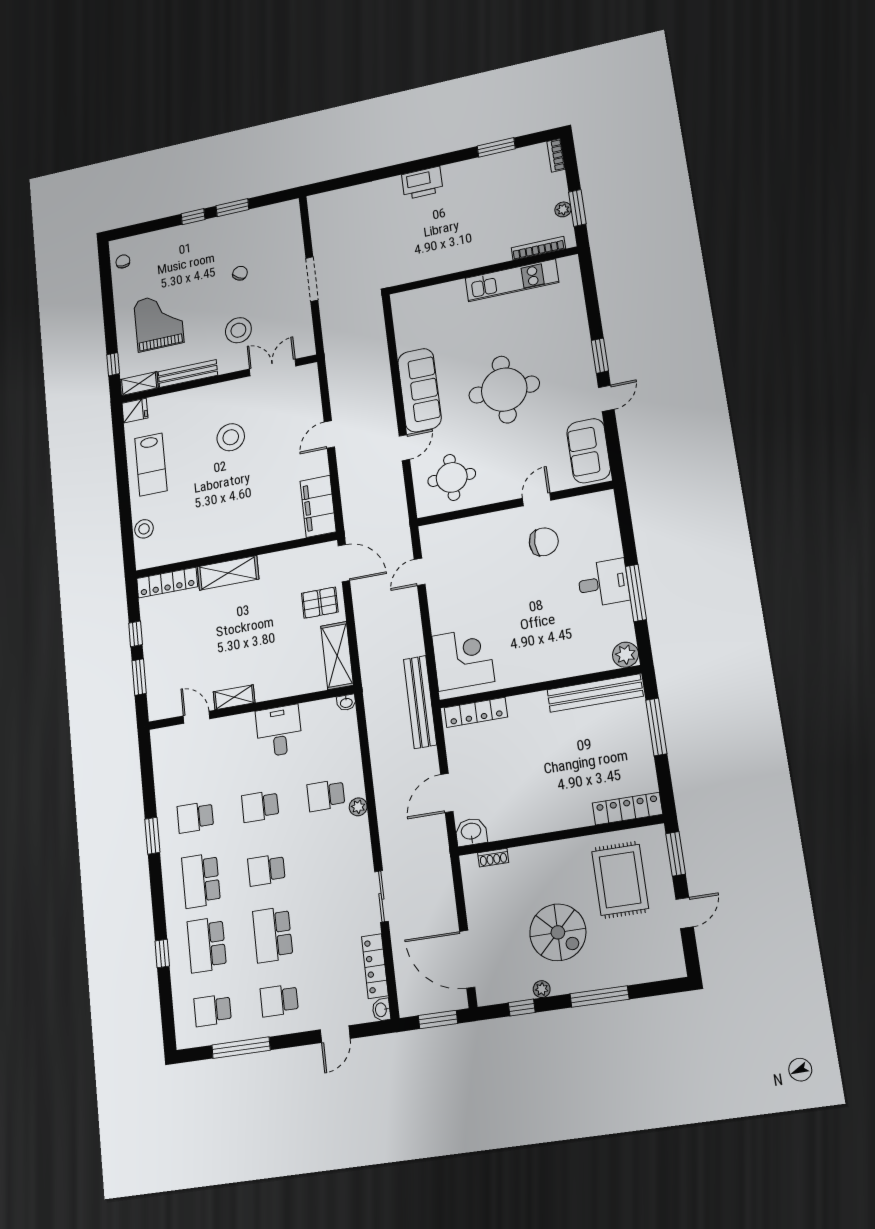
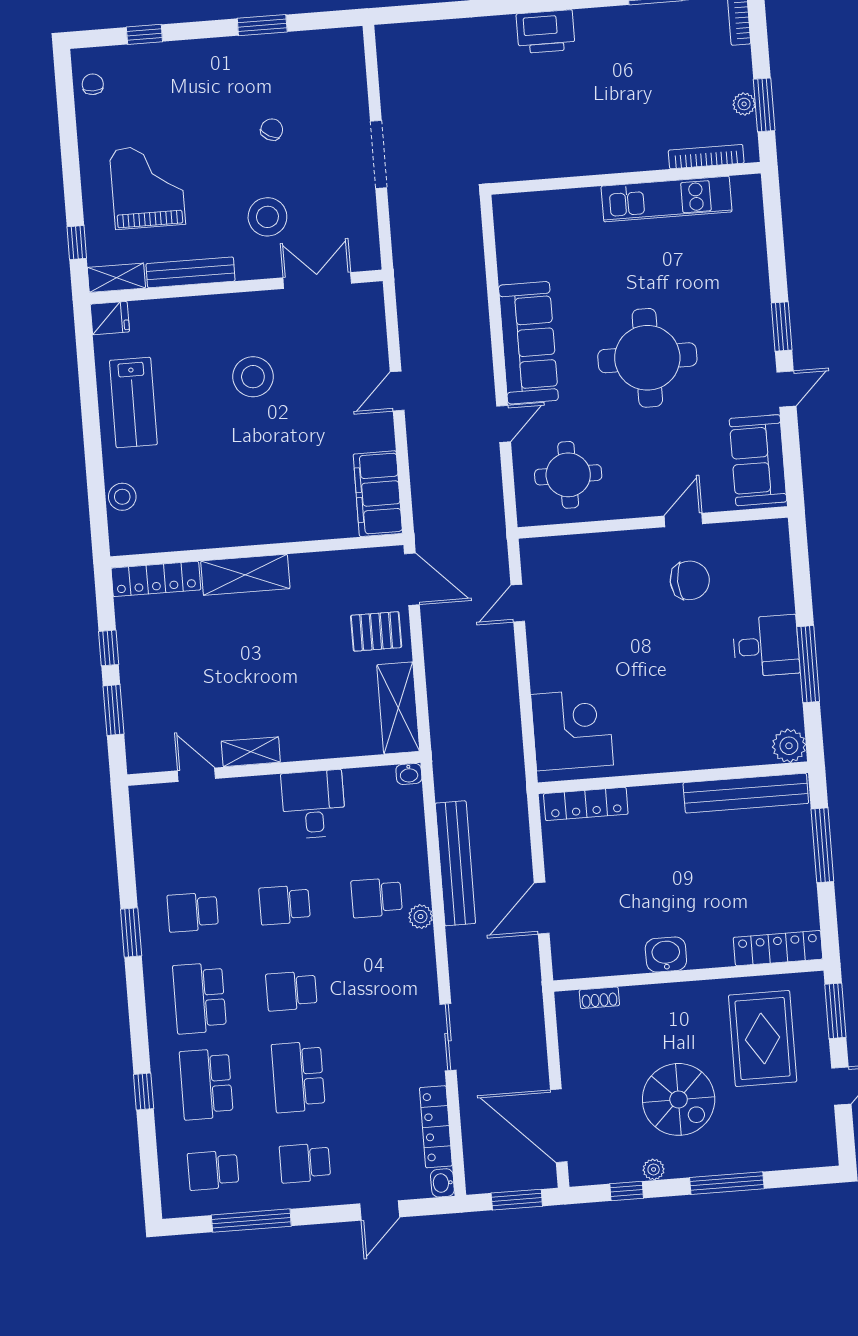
window: (193, 217) -> (144, 34), moved
bench: (420, 702) -> (455, 863), moved
washbasin: (471, 832) -> (666, 955), moved

